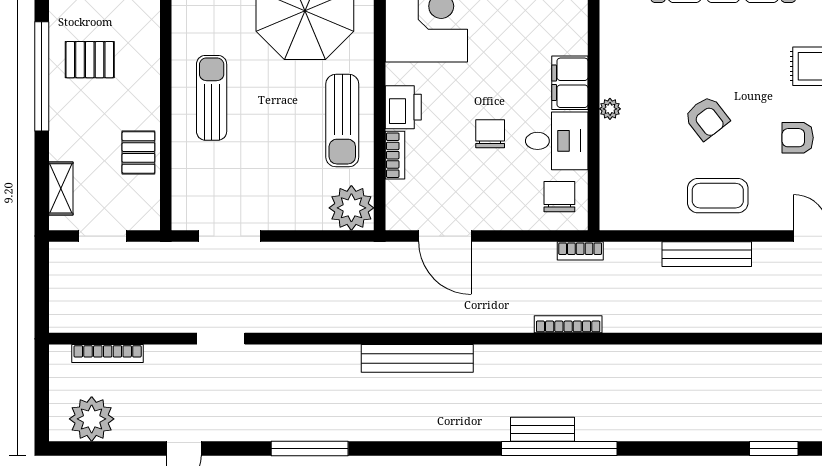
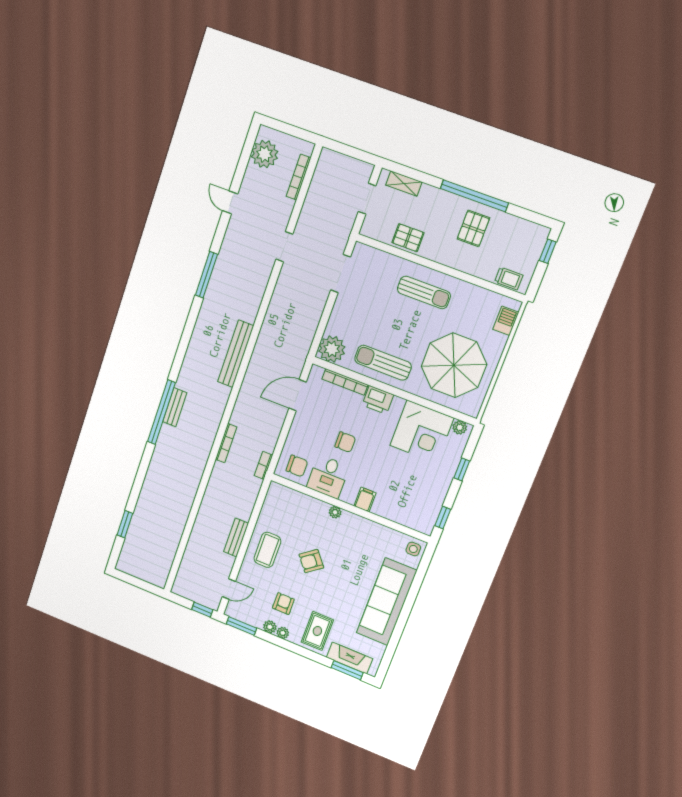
filing cabinet: (570, 83) -> (365, 499), width x0.50
bookcase: (395, 155) -> (345, 382), width x1.56
bench: (707, 254) -> (236, 538), width x0.73

